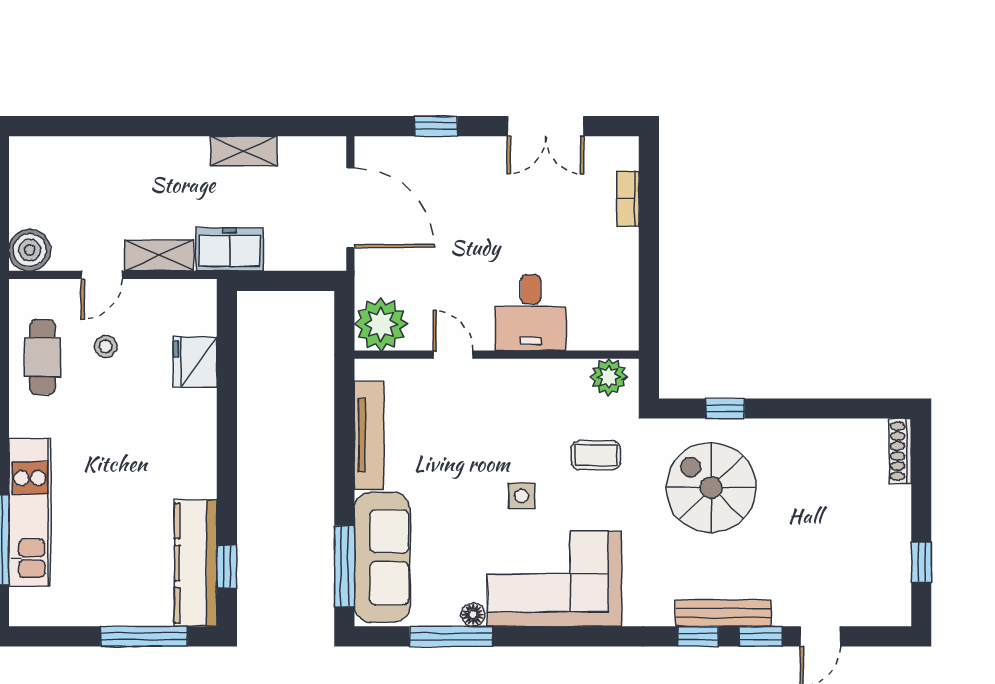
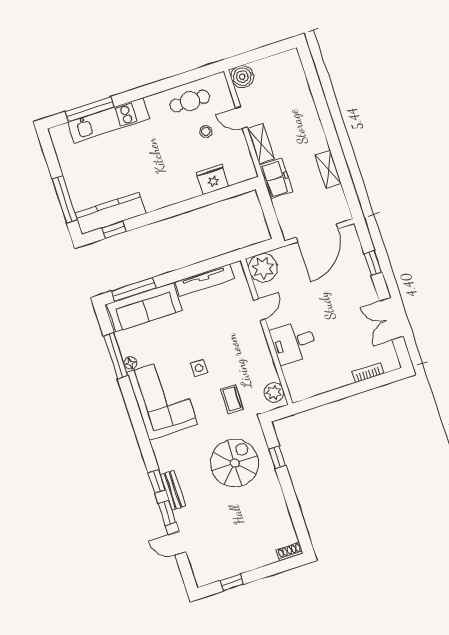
shoe rack: (900, 451) -> (290, 552), width x0.70
bench: (723, 613) -> (173, 490), width x0.73

